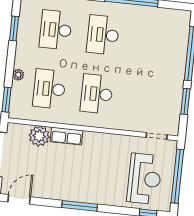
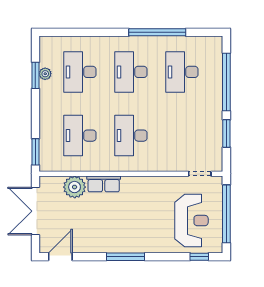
desk: (150, 40) -> (182, 72), added
plant: (18, 75) -> (45, 74), moved

